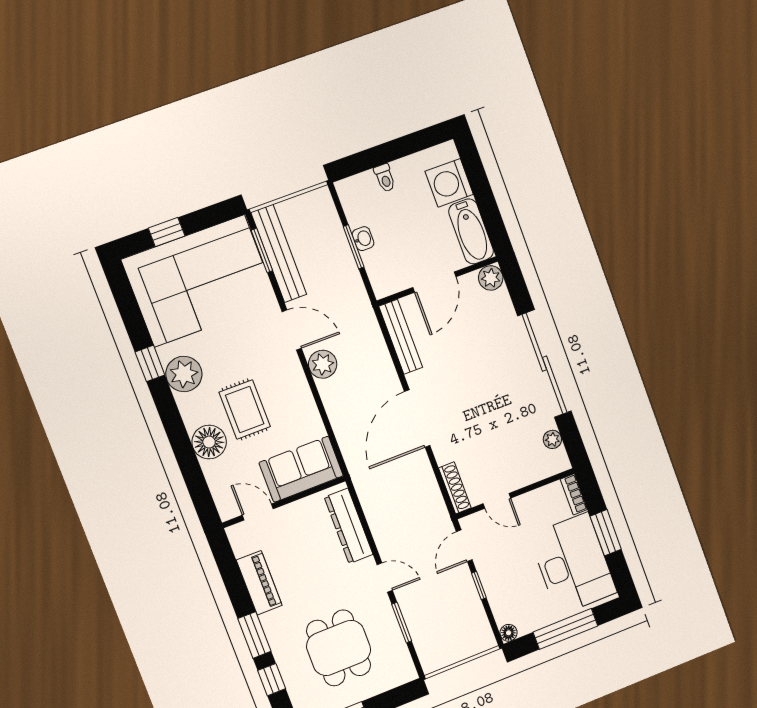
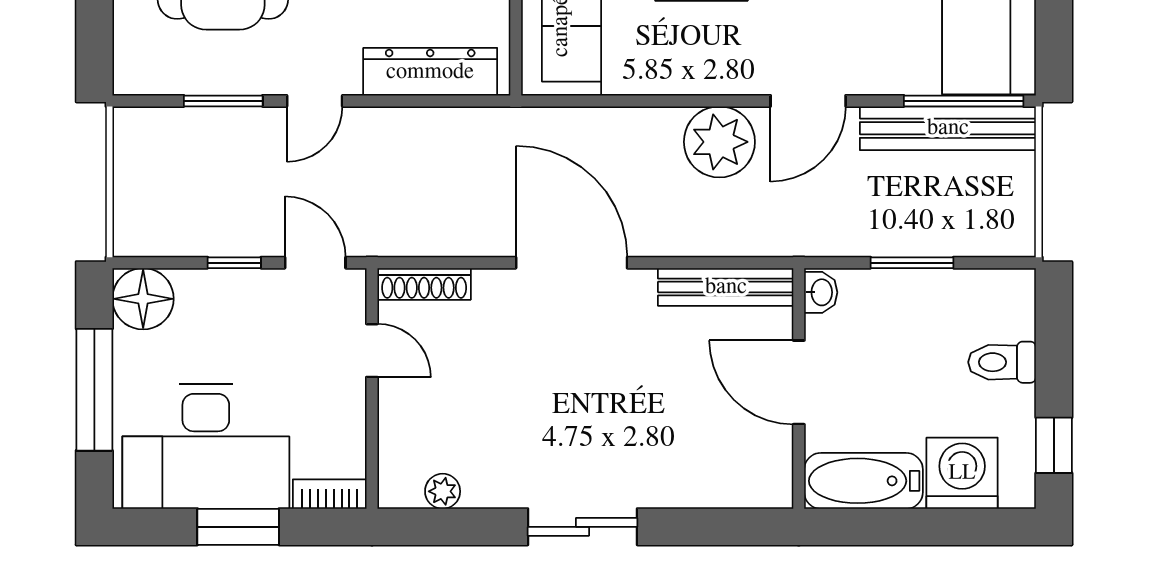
window: (418, 141) -> (1054, 445), added
toilet: (385, 178) -> (1002, 362), width x1.37, depth x1.39
washbasin: (363, 239) -> (821, 292), moved, turned -90
window: (262, 250) -> (964, 101), width x1.44
plant: (491, 278) -> (769, 486), removed
plant: (323, 364) -> (719, 142), width x1.36, depth x1.36
sliding door: (545, 364) -> (583, 527), width x0.54
door: (497, 501) -> (372, 351), swing flipped
floor lamp: (509, 633) -> (143, 299), width x1.89, depth x1.89

